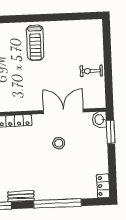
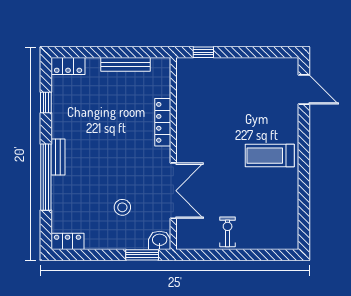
stool: (59, 143) -> (122, 207), moved
bench: (21, 196) -> (58, 157), moved

